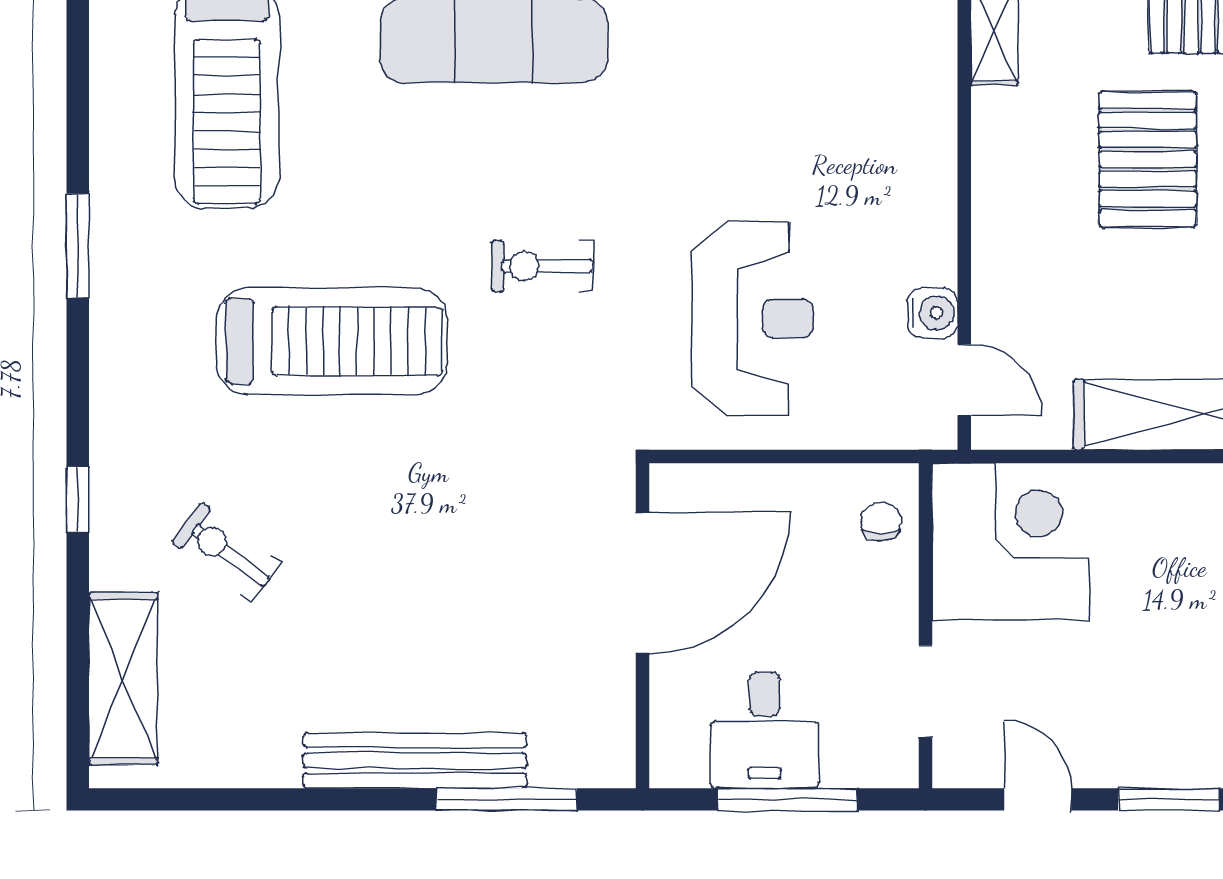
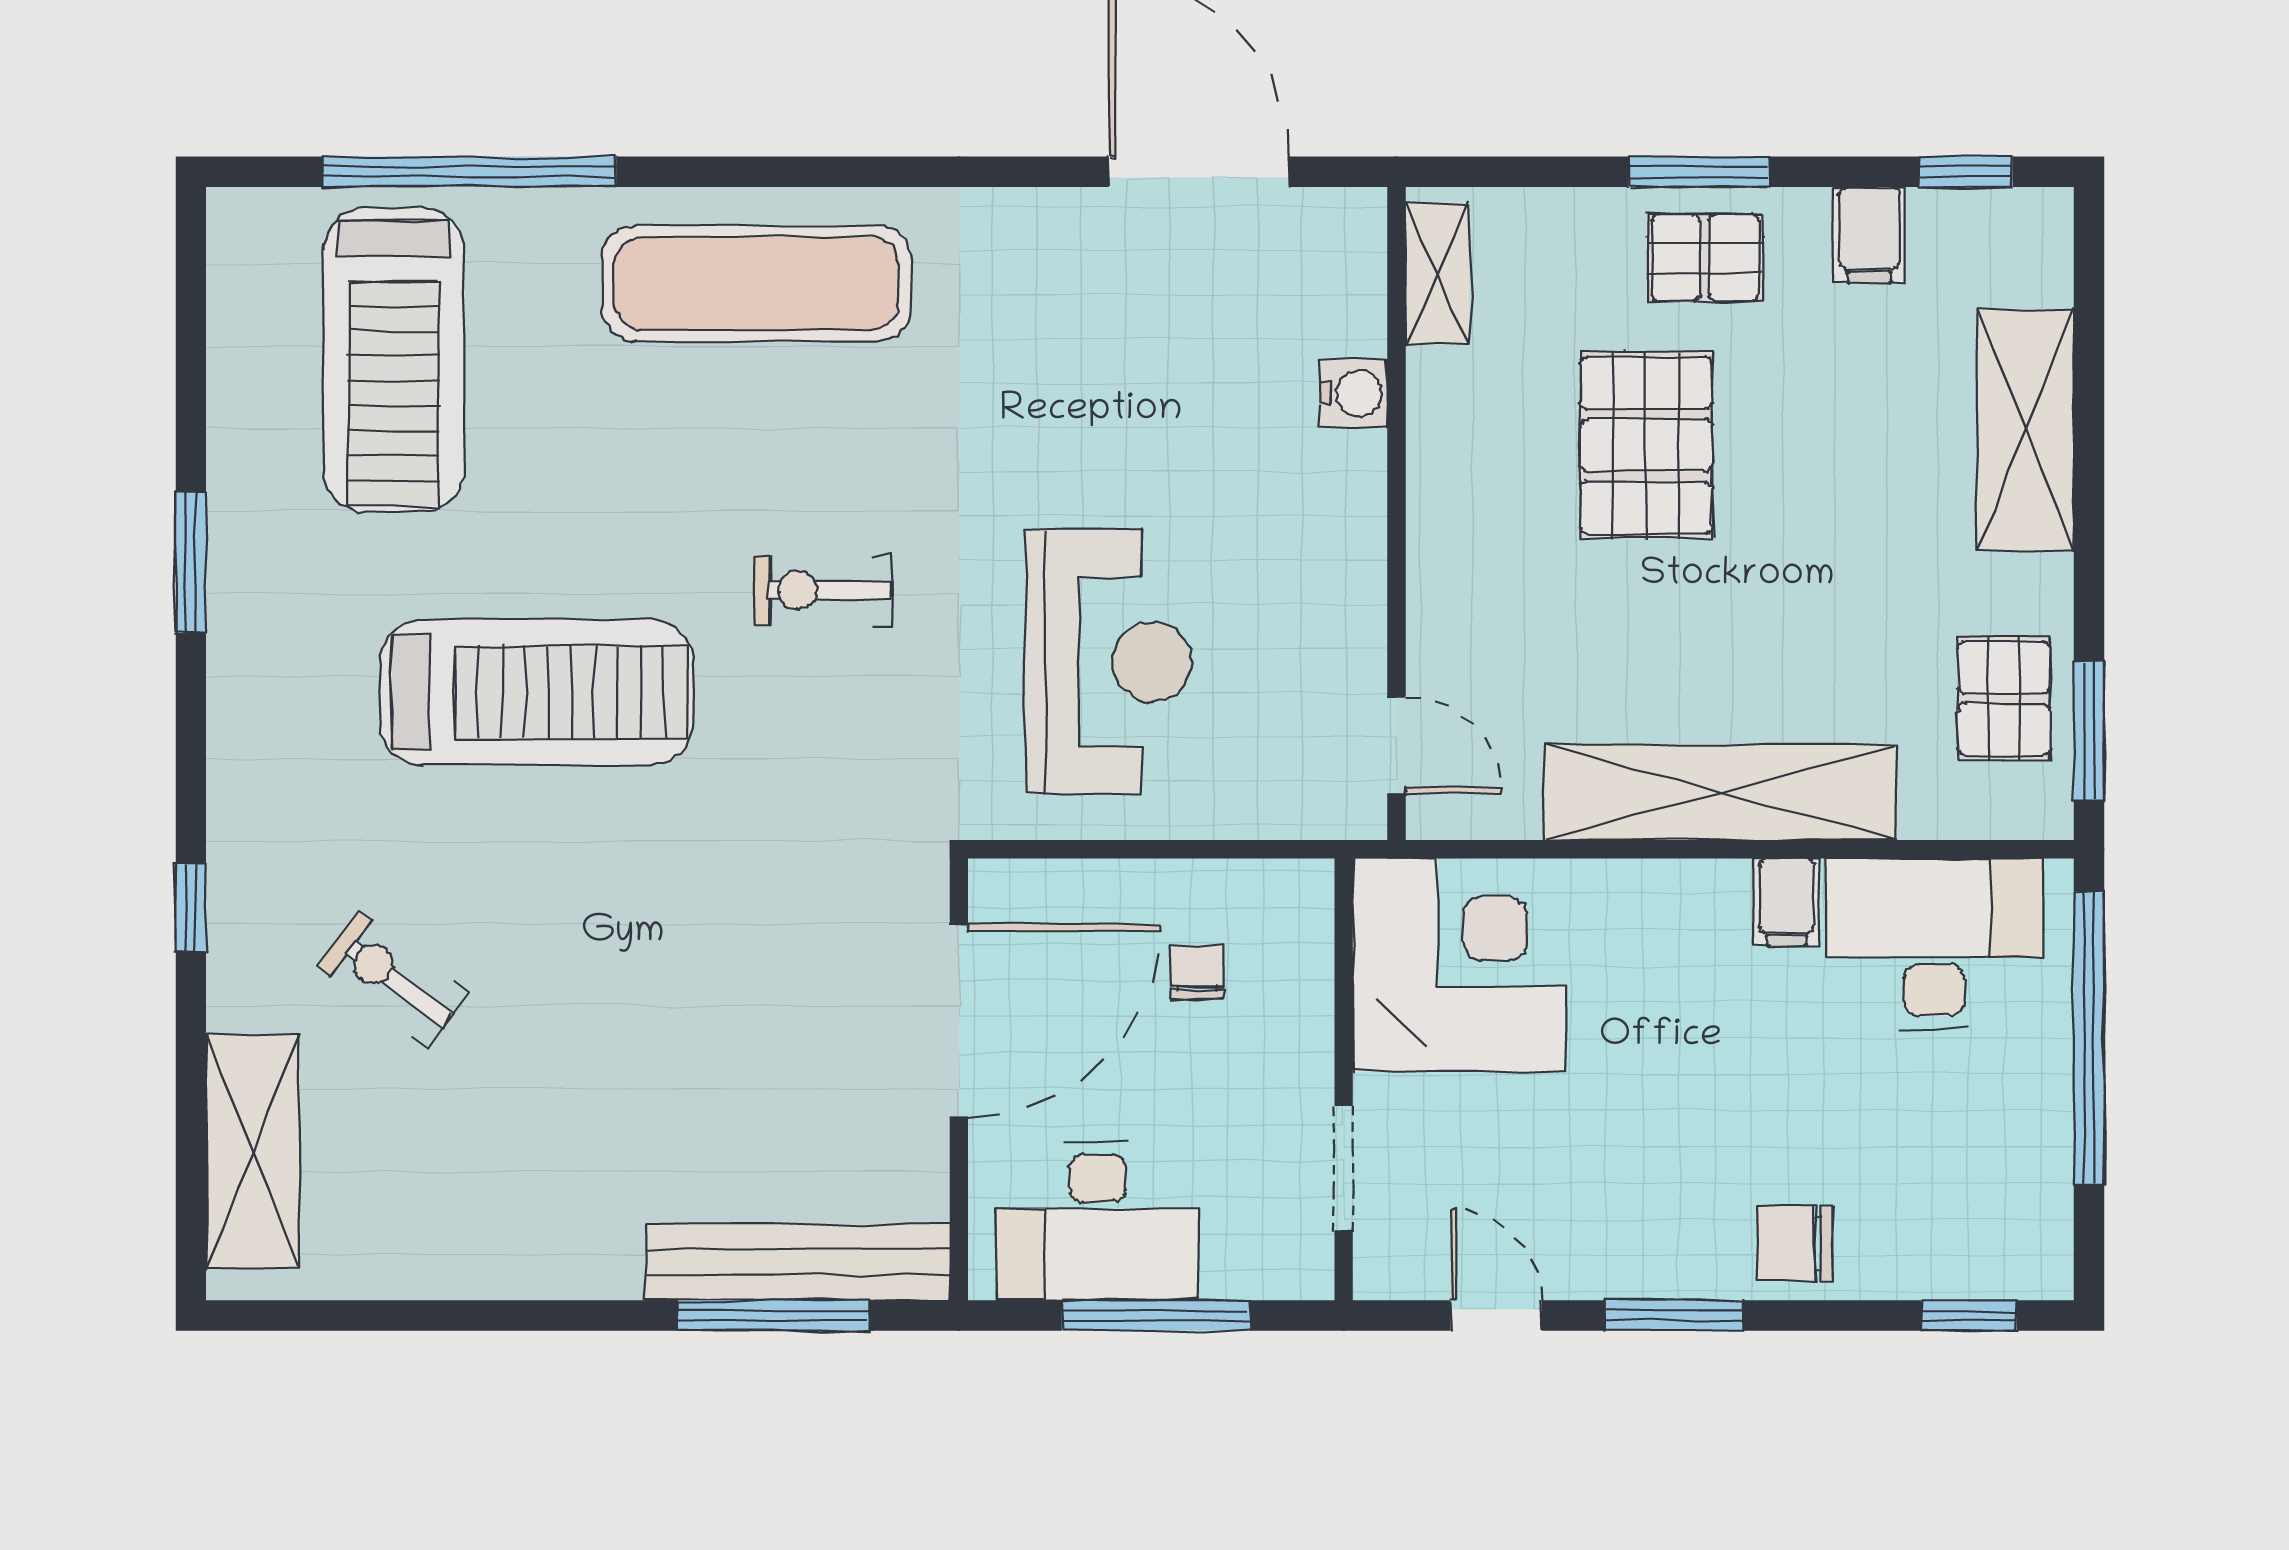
water cooler: (933, 313) -> (1353, 393), moved
chair: (881, 522) -> (1197, 972), moved
desk: (765, 730) -> (1098, 1221), width x1.37
bench: (415, 760) -> (798, 1263), moved

